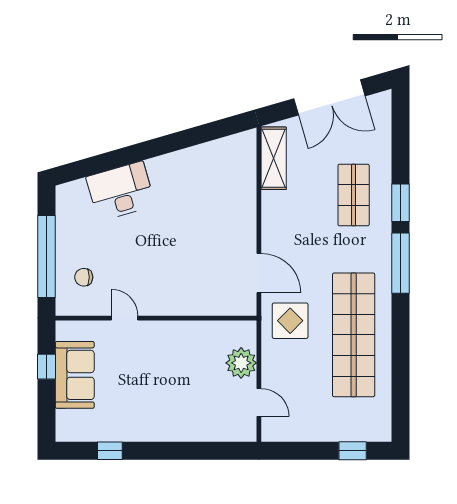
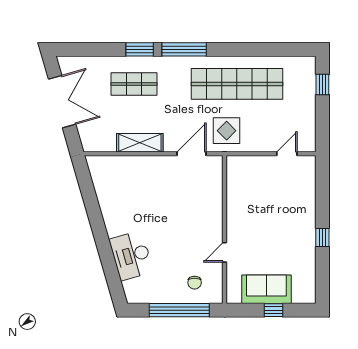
shelving: (274, 158) -> (140, 143), moved
plant: (241, 363) -> (258, 167), removed
window: (46, 367) -> (274, 310), moved
window: (110, 451) -> (322, 238), moved

